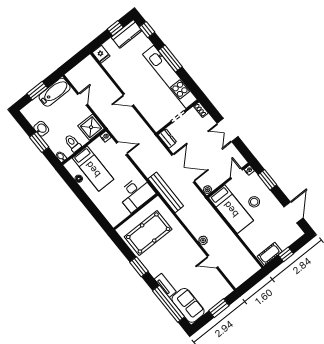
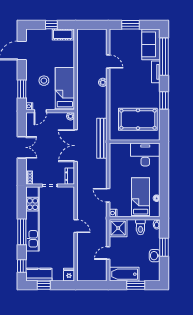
desk: (136, 194) -> (145, 154), moved

